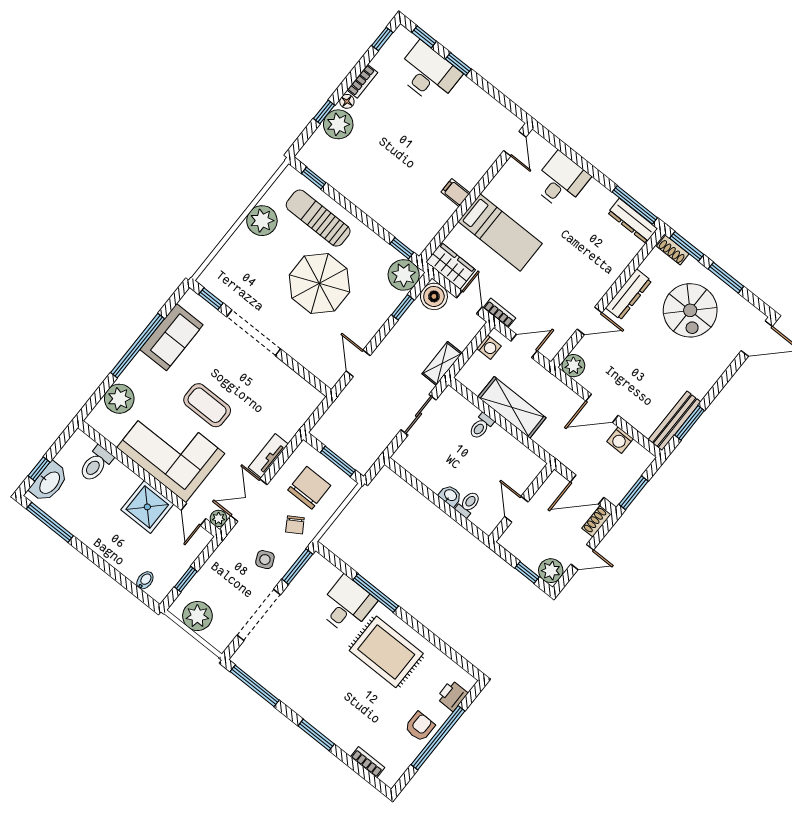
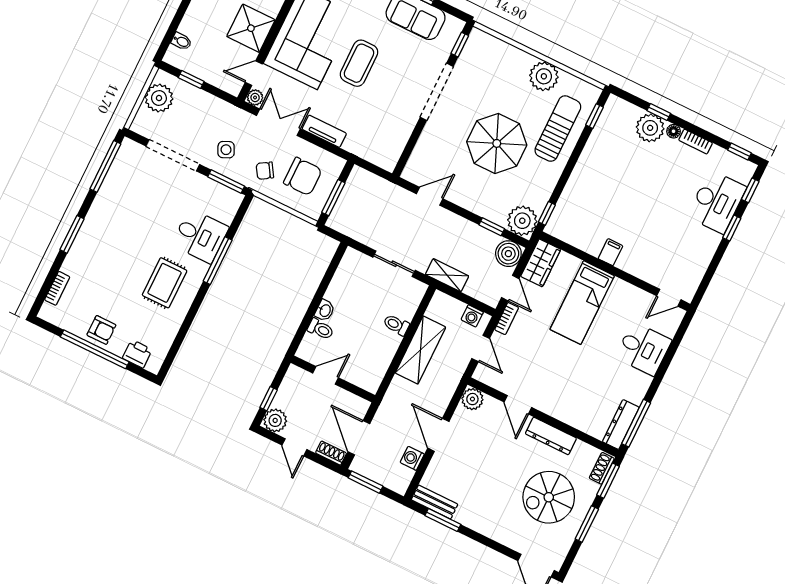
door: (469, 302) -> (510, 288), hinge flipped
bench: (675, 421) -> (435, 502), width x0.73
rug: (386, 652) -> (165, 283), width x0.73, depth x0.70

